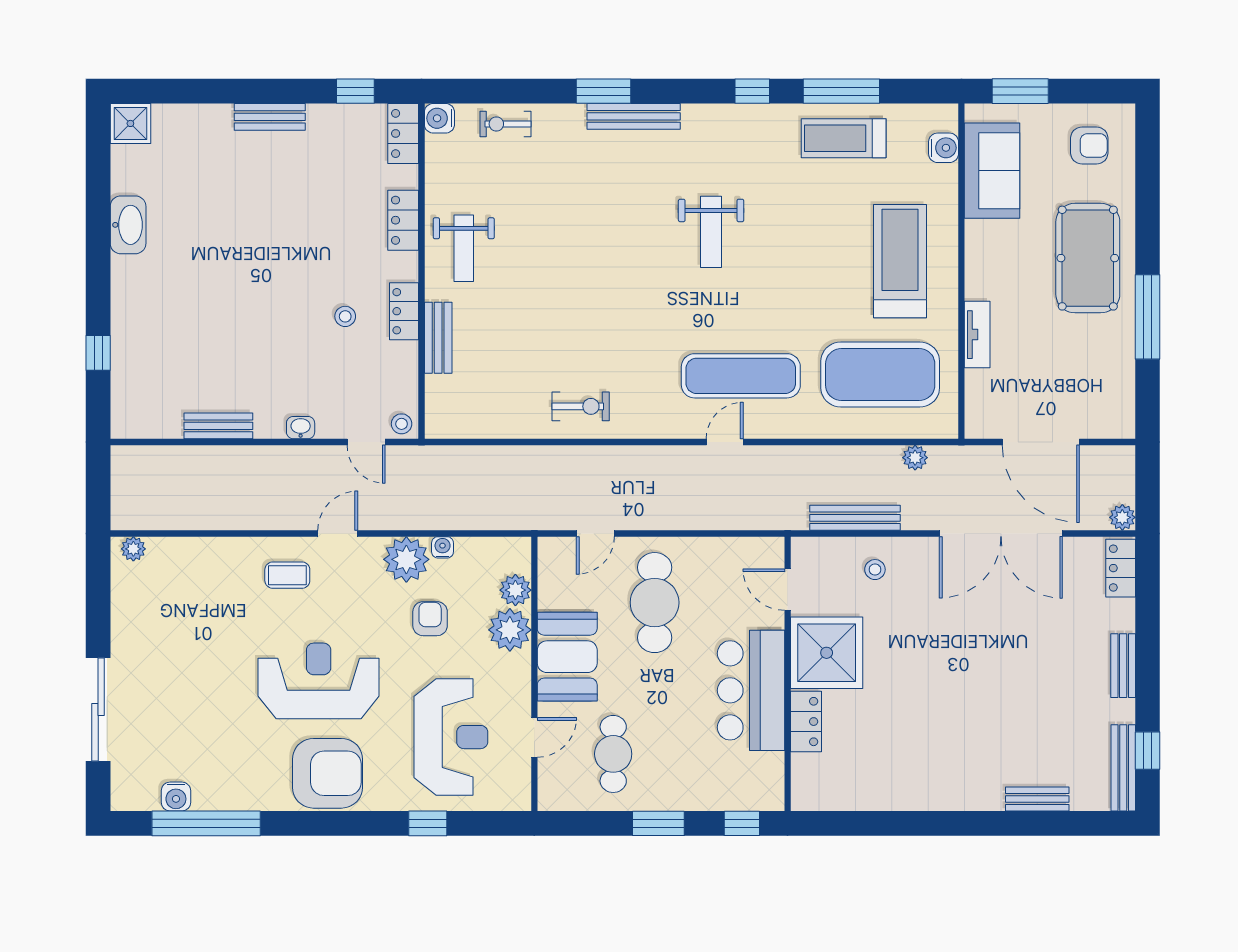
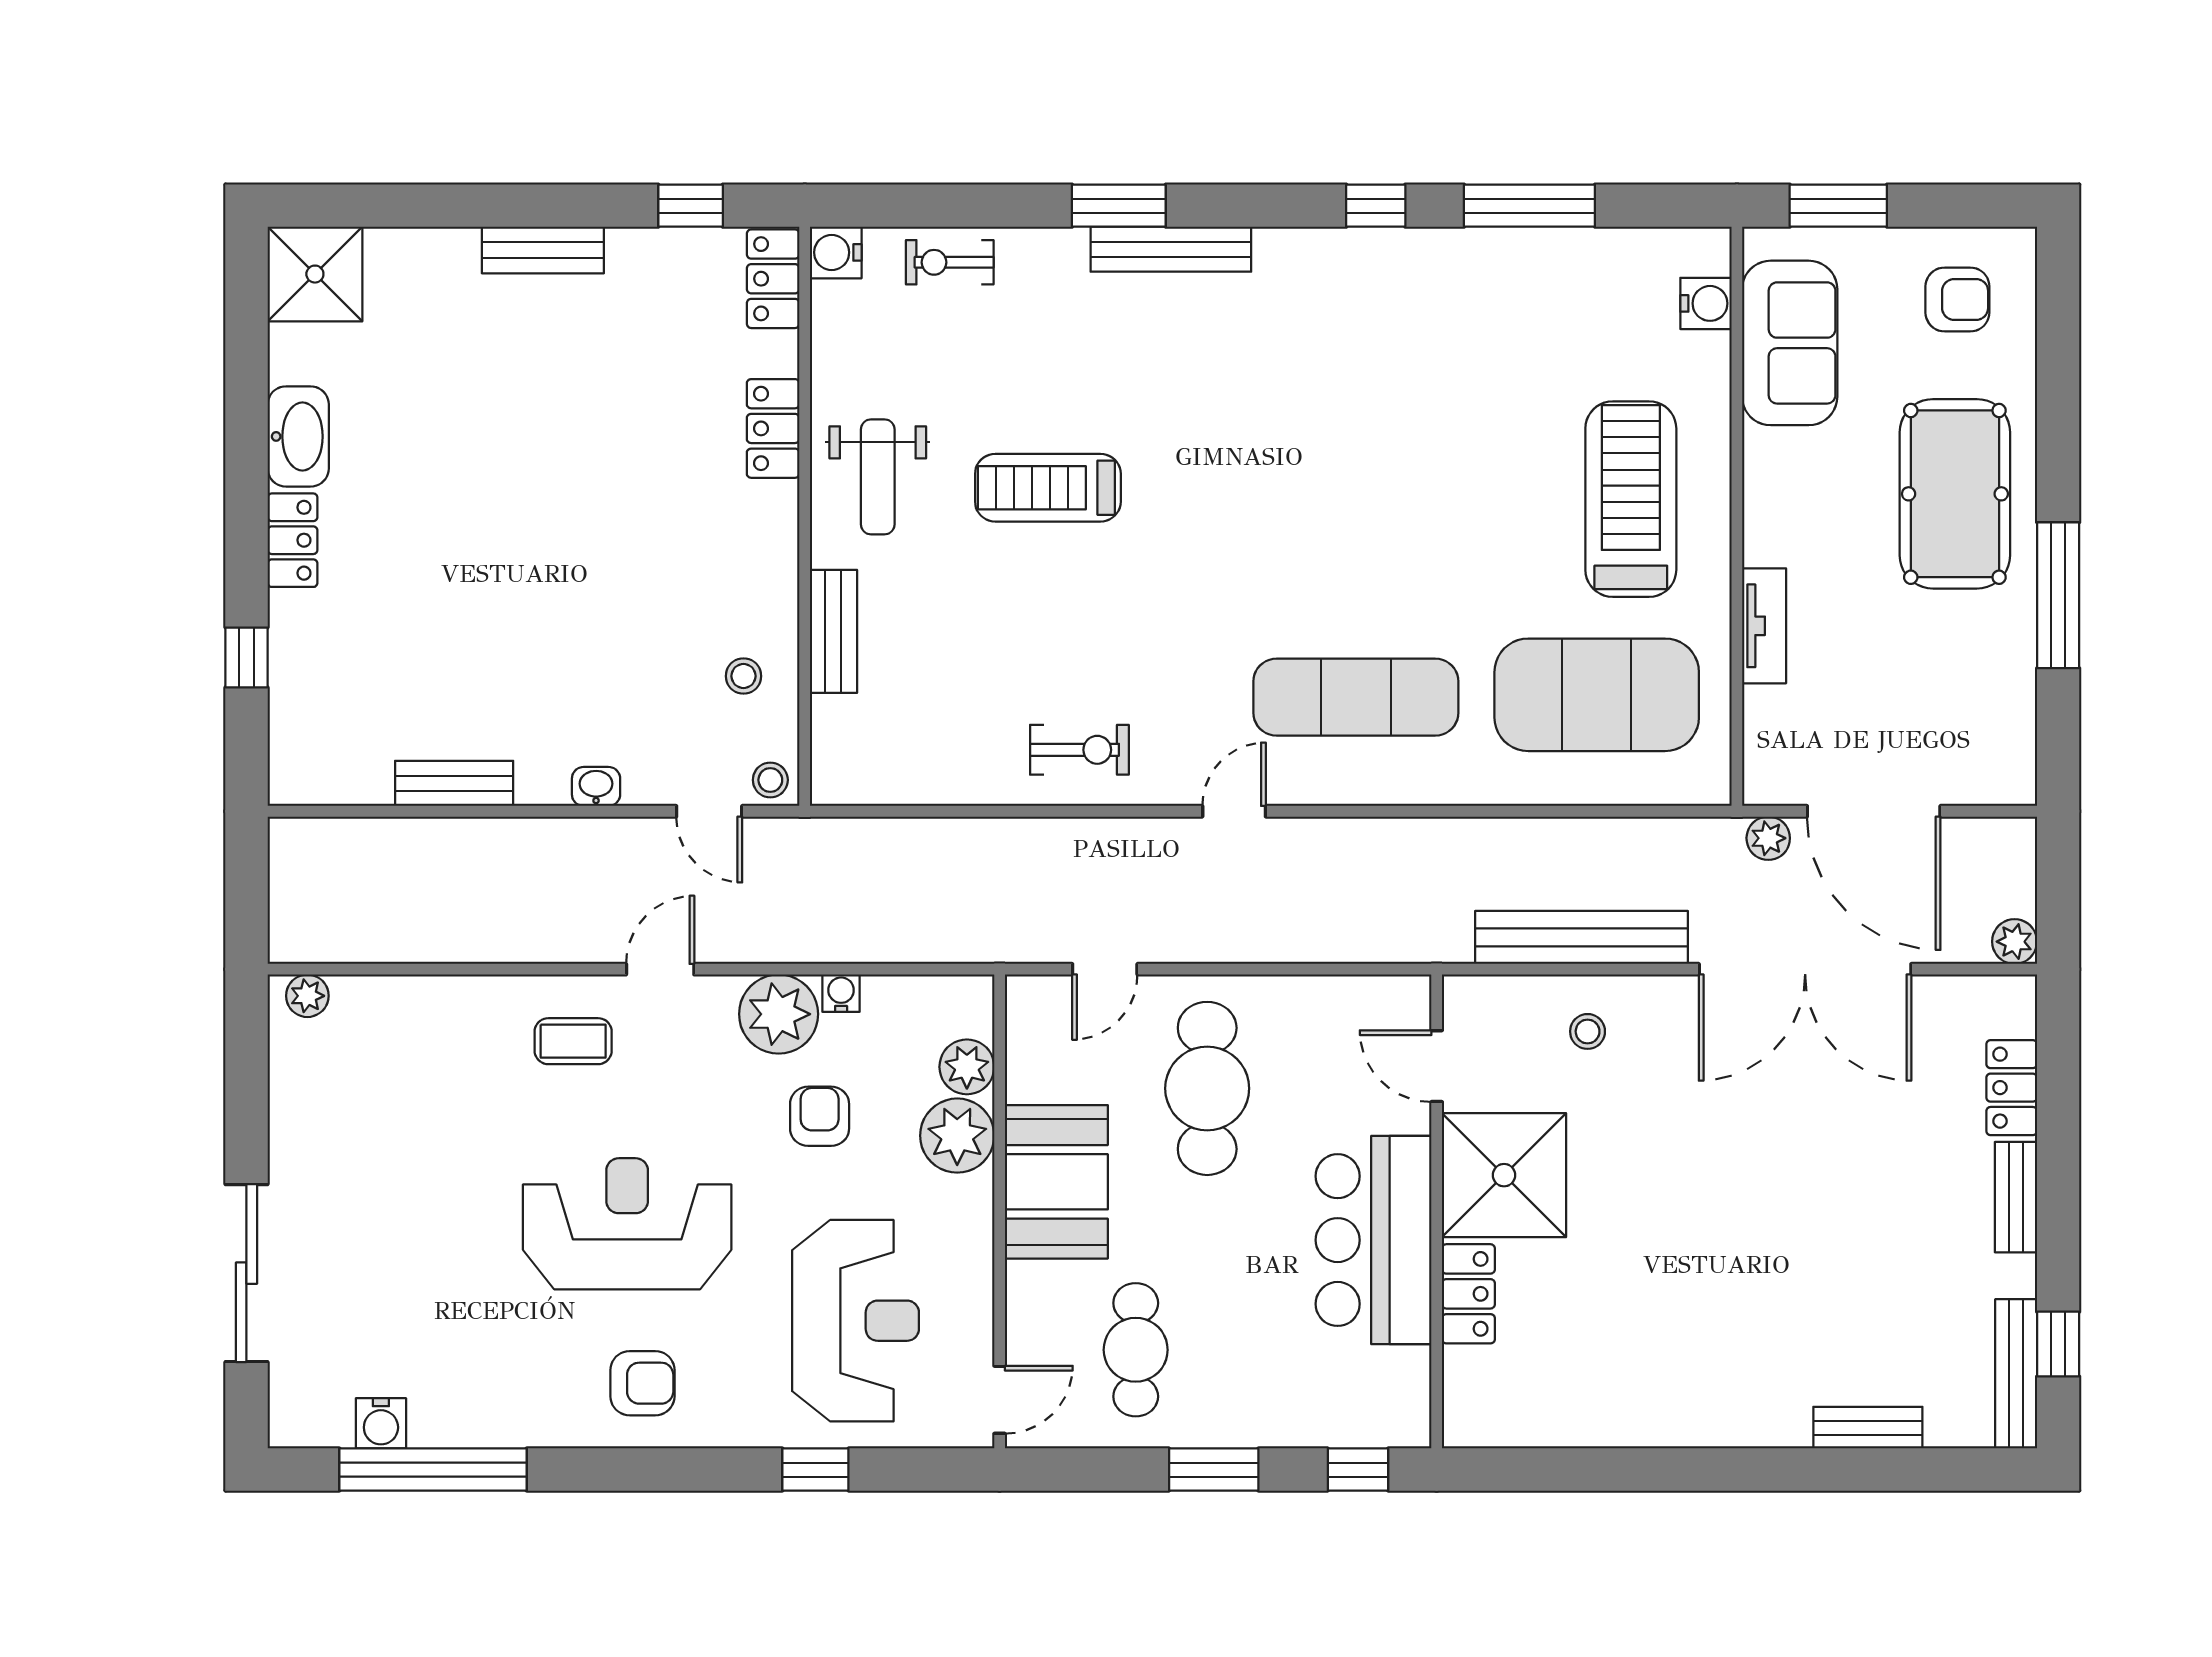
shower: (130, 123) -> (315, 274), width x1.36, depth x1.36
treadmill: (844, 138) -> (1048, 488), moved
weight bench: (711, 232) -> (1305, 449), removed
locker: (404, 311) -> (293, 540), moved, turned 180
stool: (345, 316) -> (743, 676), moved
door: (725, 442) -> (1234, 811), moved
plant: (915, 458) -> (1768, 838), moved
bench: (855, 518) -> (1582, 937), width x1.37, depth x1.21
locker: (1121, 568) -> (2012, 1088), moved
door: (534, 737) -> (1000, 1400), moved
armchair: (327, 773) -> (642, 1383), width x0.53, depth x0.53

